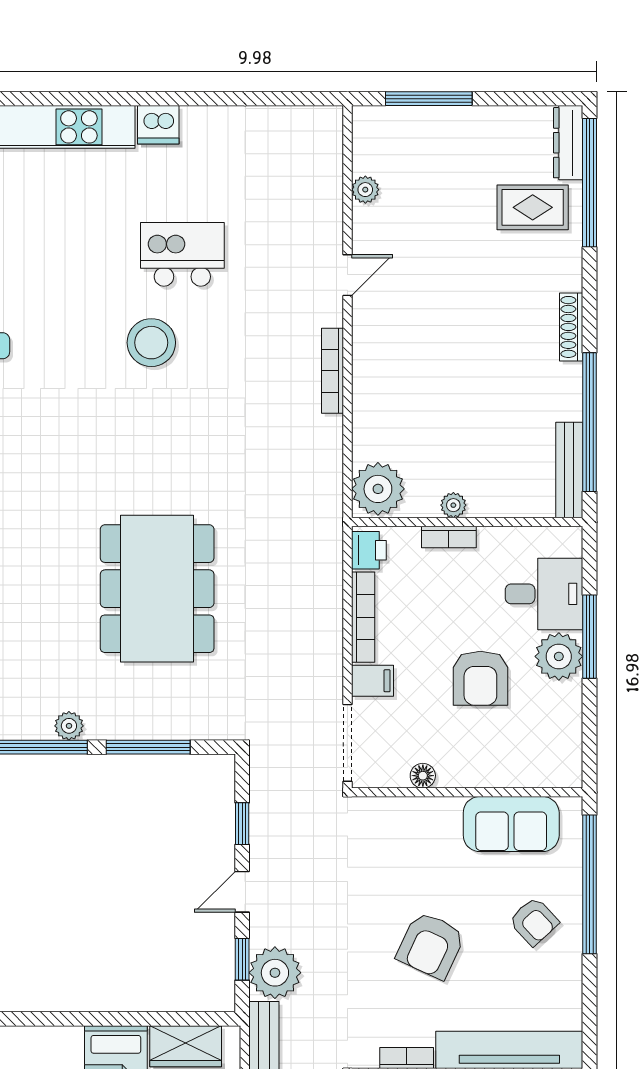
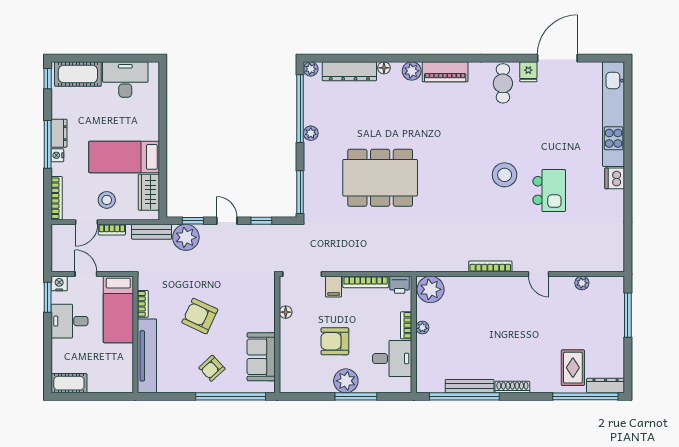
bench: (569, 470) -> (470, 386), moved
desk: (544, 594) -> (392, 359), moved, turned -90
window: (148, 747) -> (300, 192), moved

